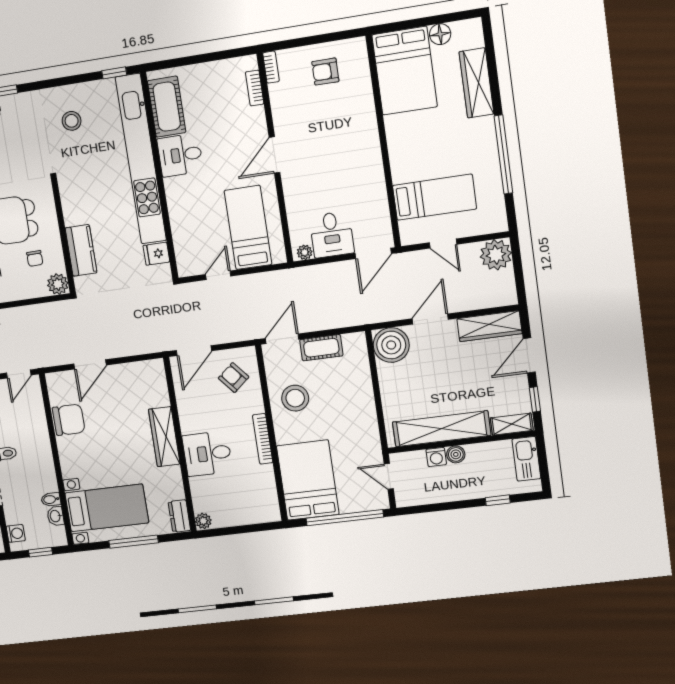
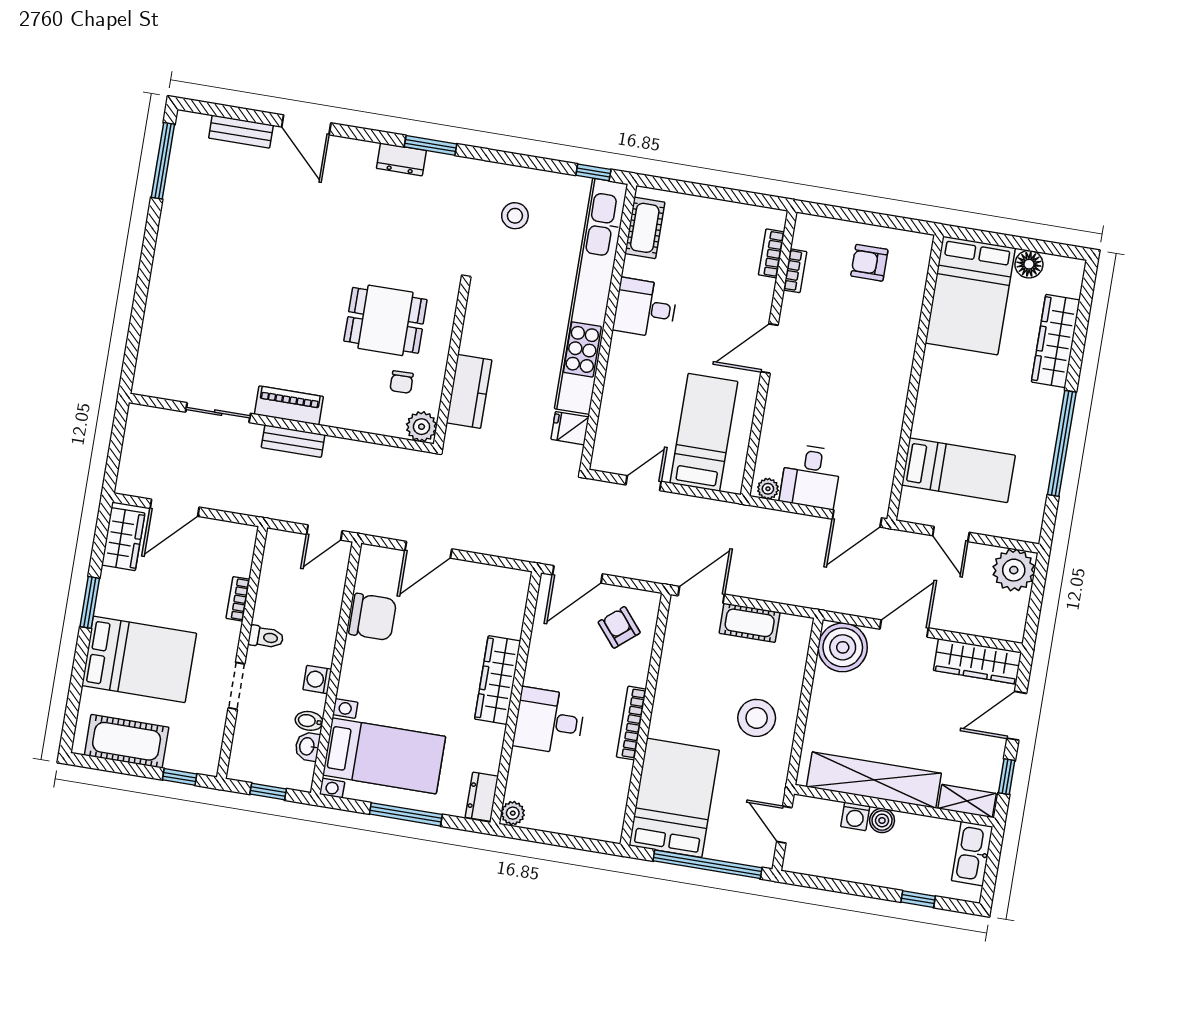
bookcase: (271, 67) -> (795, 271), moved
cot: (167, 107) -> (645, 228), width x0.73, depth x0.75
stool: (295, 398) -> (757, 718), moved
washing machine: (16, 533) -> (317, 679), moved, turned 180

